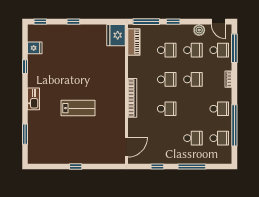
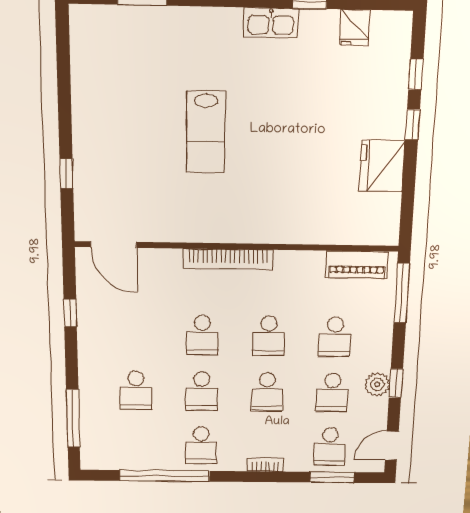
window: (40, 22) -> (416, 74), moved
window: (173, 22) -> (396, 383), moved
plant: (199, 30) -> (377, 384), moved
fridge: (116, 35) -> (382, 166), moved, turned -90
window: (234, 48) -> (332, 477), width x0.69
kitchen sink: (34, 99) -> (271, 23), moved
school desk: (219, 138) -> (202, 391), moved
window: (76, 166) -> (66, 174), moved
window: (192, 166) -> (73, 418), moved

